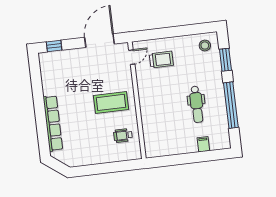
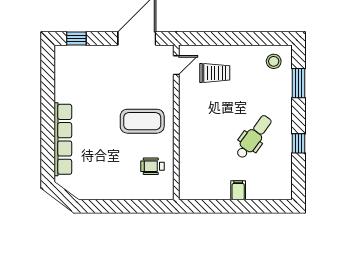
dental chair: (197, 104) -> (254, 137), turned -144
window: (231, 105) -> (298, 143), width x0.32
filing cabinet: (203, 144) -> (238, 190), moved

